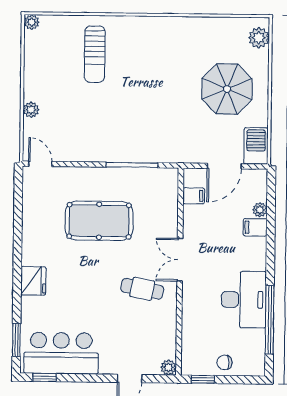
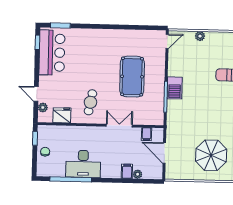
barbecue: (256, 146) -> (175, 88), moved, turned 90
double door: (180, 260) -> (119, 126), moved
fridge: (33, 281) -> (62, 115), moved, turned 180
plant: (168, 367) -> (43, 107), moved

